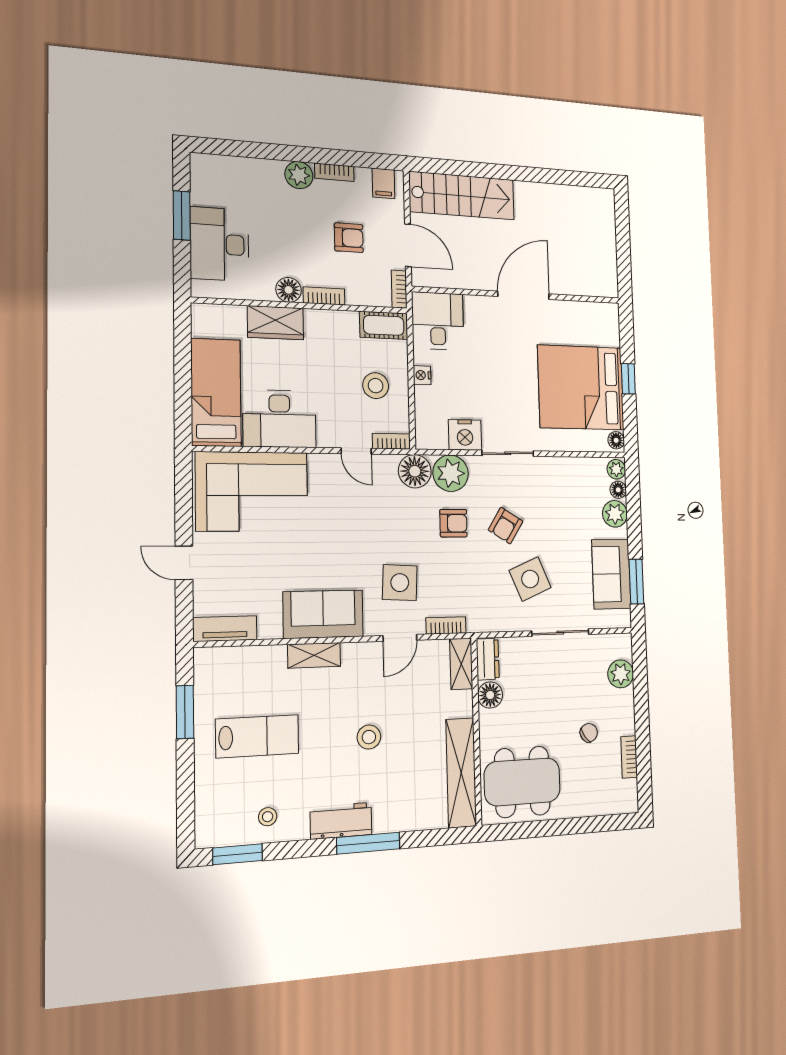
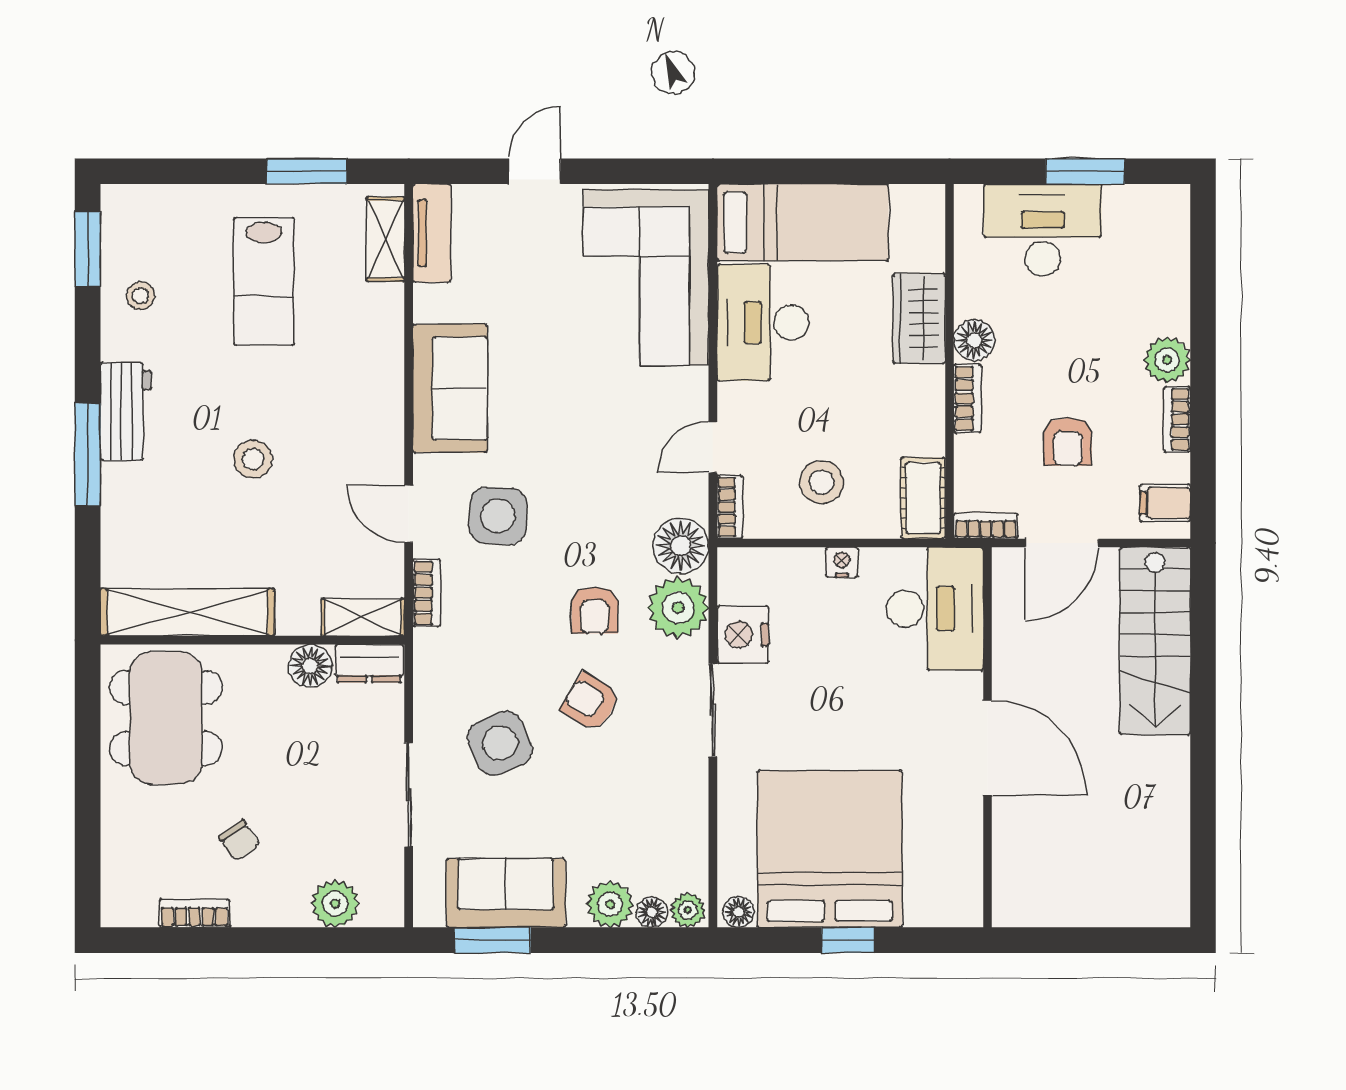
desk: (438, 321) -> (935, 609), width x1.37
shelving: (314, 655) -> (386, 239), moved

